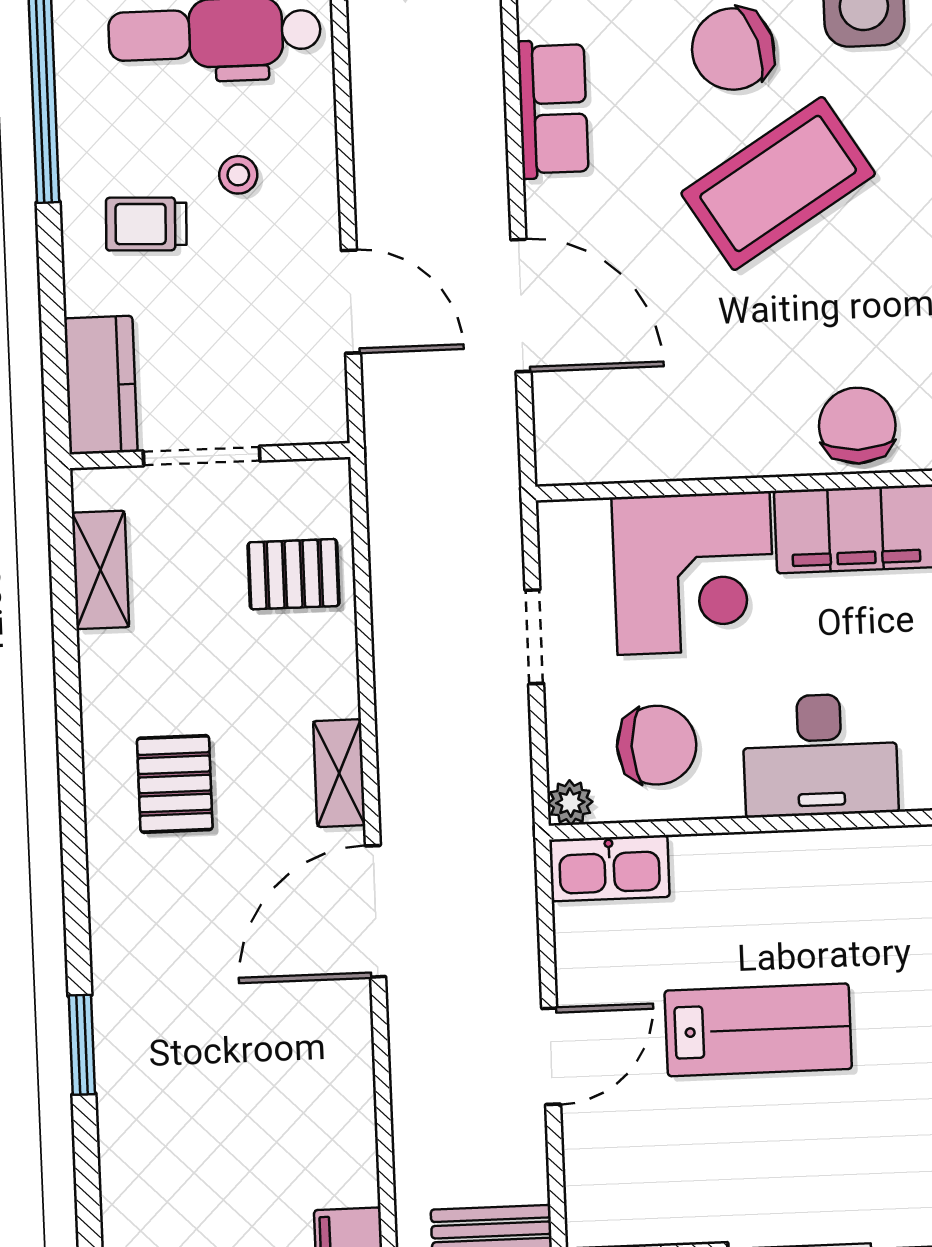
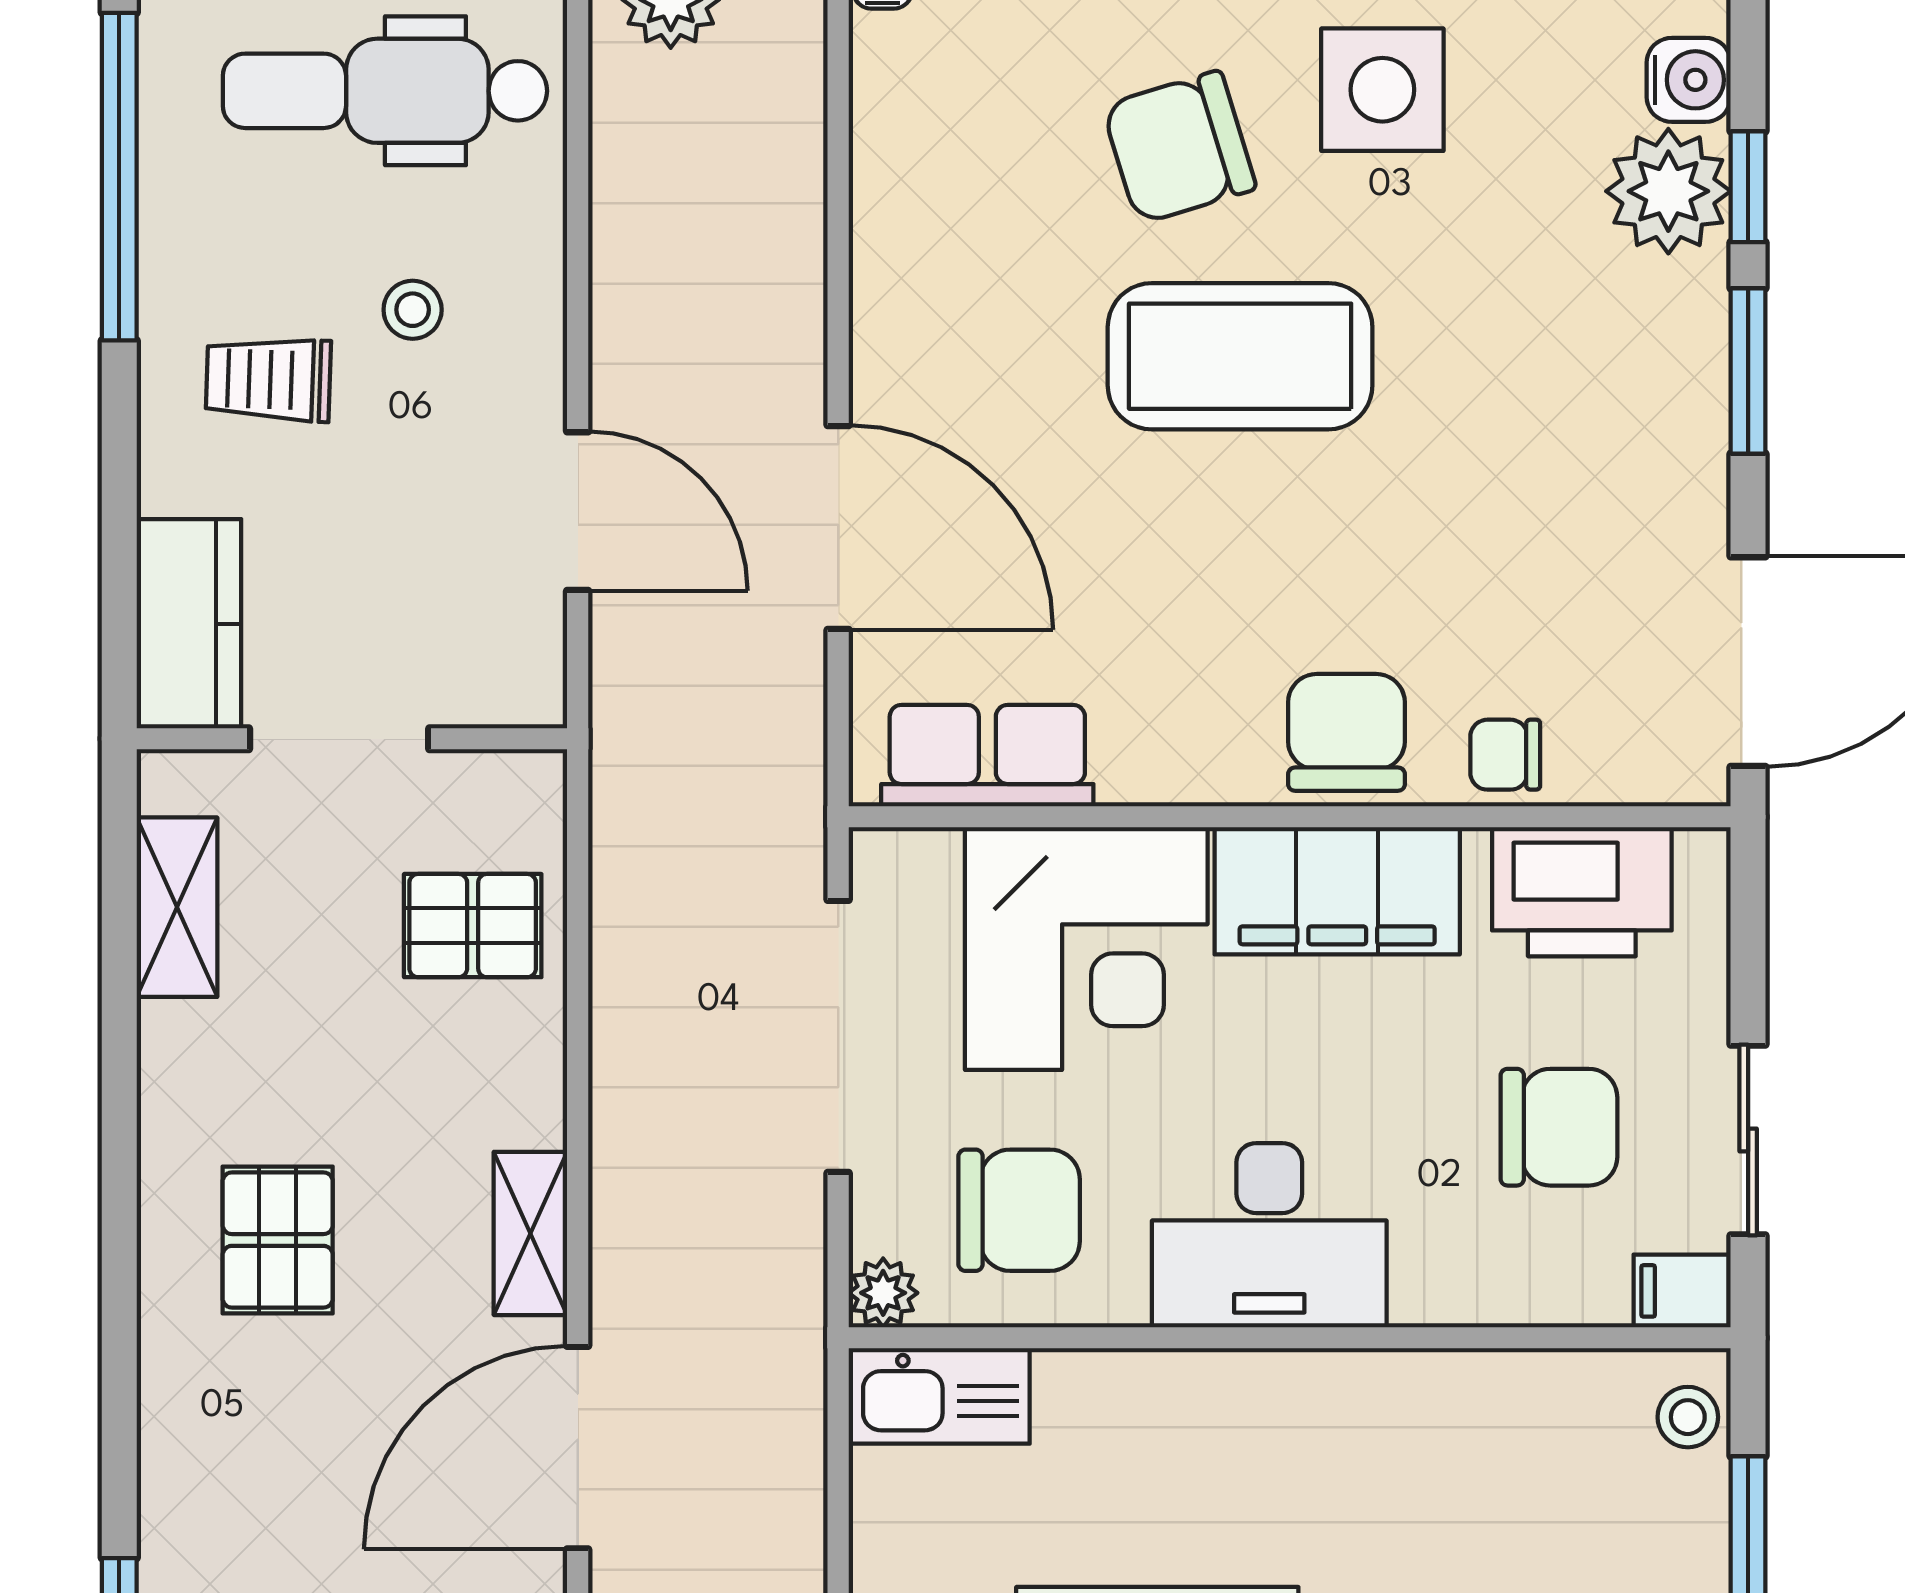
row of seats: (553, 109) -> (987, 756), moved, turned -90
coffee table: (778, 183) -> (1240, 356), turned 32
doorway: (534, 637) -> (838, 1036), width x1.87

